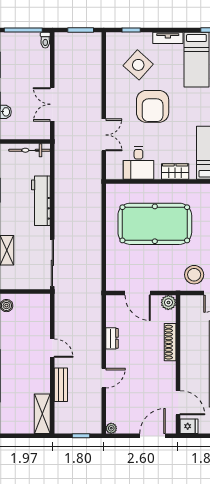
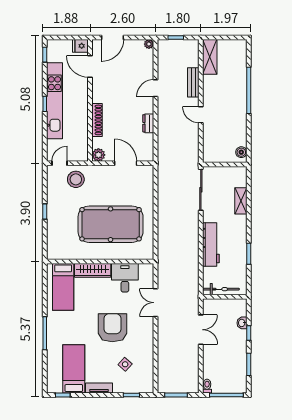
side table: (138, 65) -> (125, 364), width x0.54, depth x0.54
wardrobe: (175, 171) -> (93, 270), width x1.50

